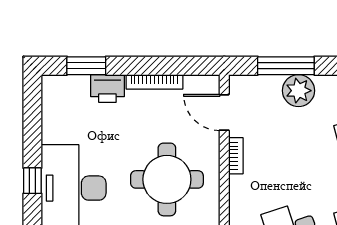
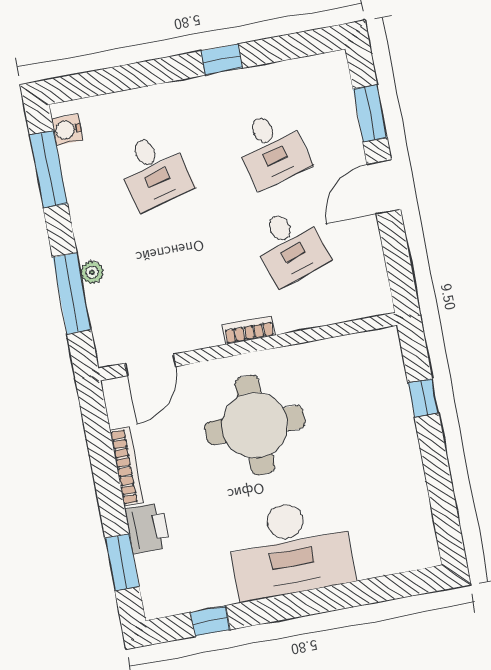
plant: (299, 91) -> (92, 272), width x0.53, depth x0.53
bookcase: (236, 156) -> (249, 330), moved
window: (32, 181) -> (210, 621), moved

